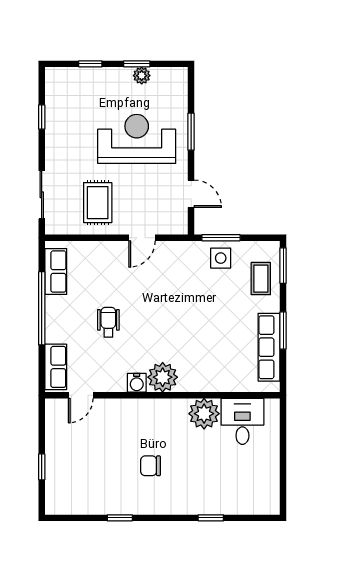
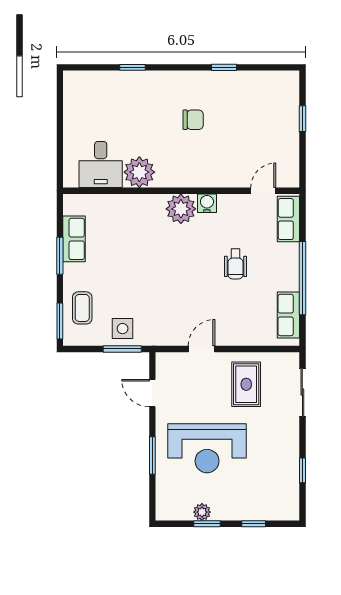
row of seats: (269, 347) -> (74, 239), width x0.68

